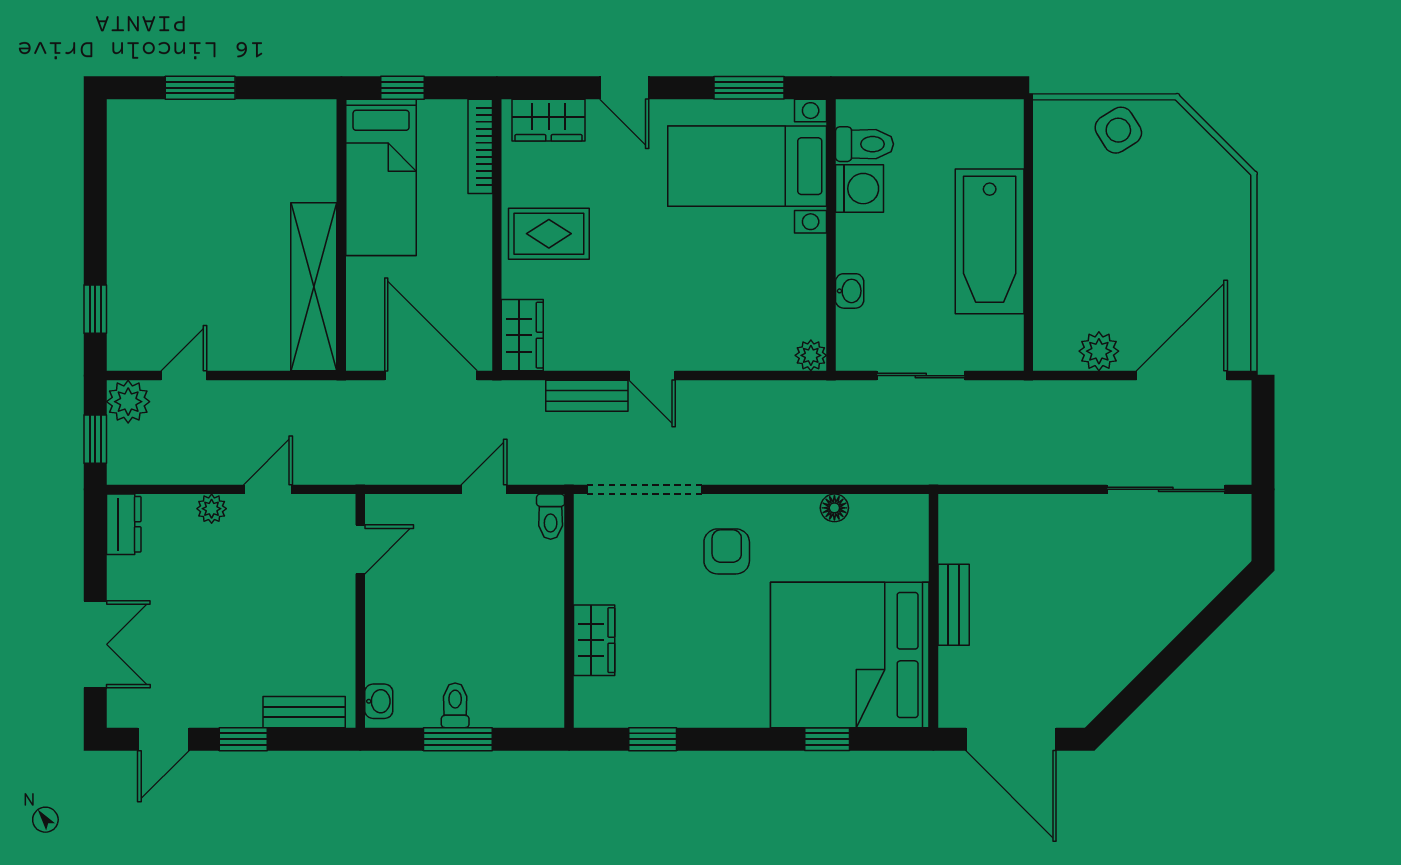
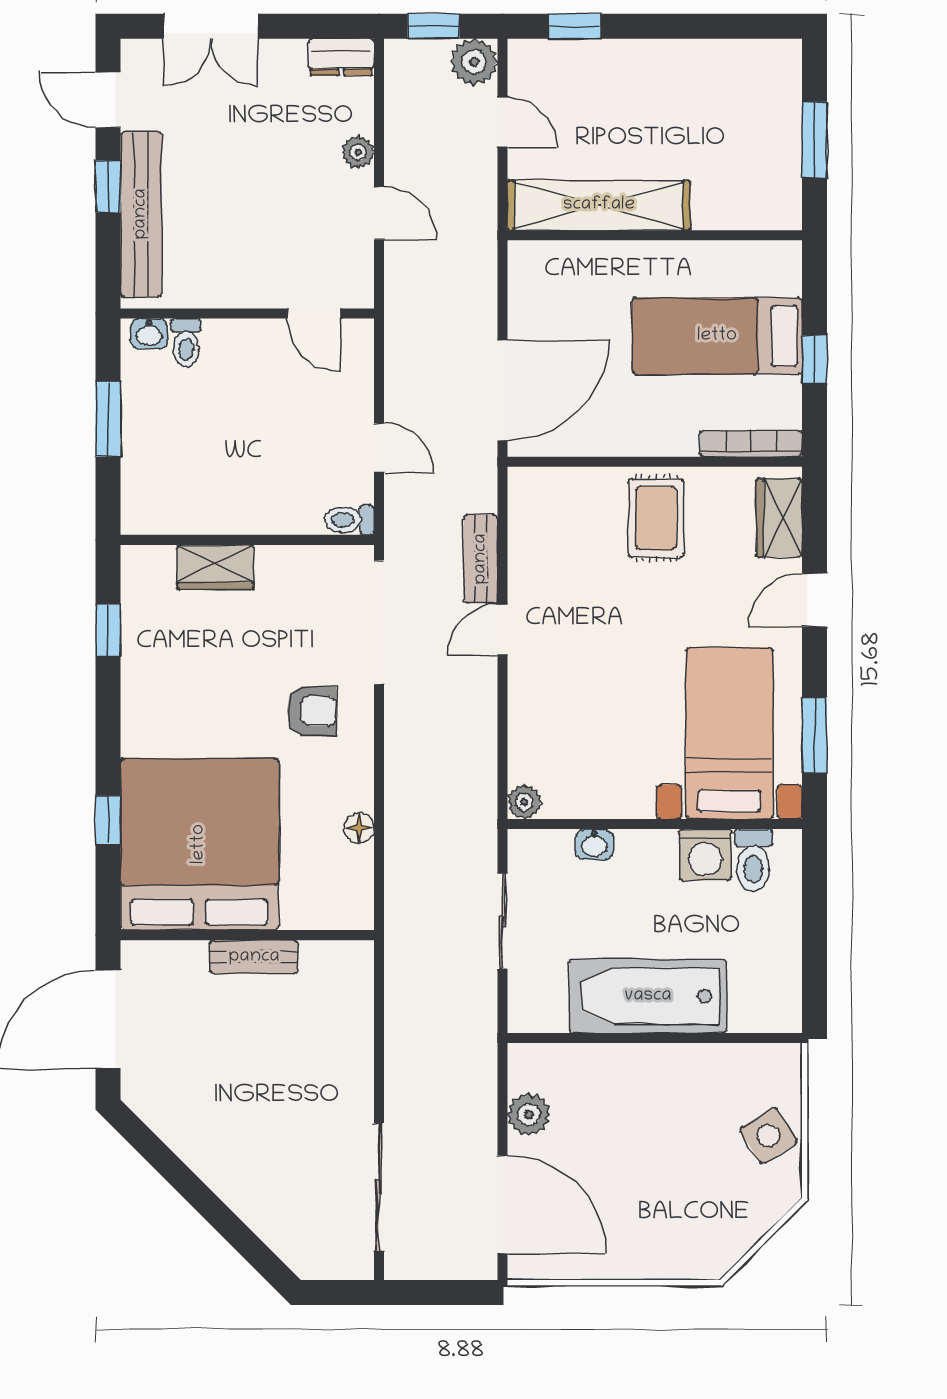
wall: (341, 235) -> (655, 235), moved
shelving: (314, 287) -> (599, 205), moved
wardrobe: (522, 335) -> (546, 489), removed
toilet: (455, 705) -> (186, 343), moved, turned 90
bench: (304, 712) -> (141, 214), width x1.86, depth x1.21

